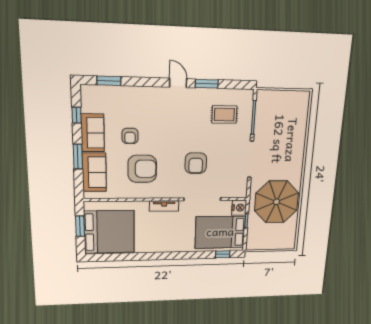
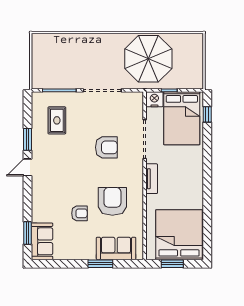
window: (77, 115) -> (60, 264), removed
sofa: (93, 133) -> (42, 241), moved, turned 90

